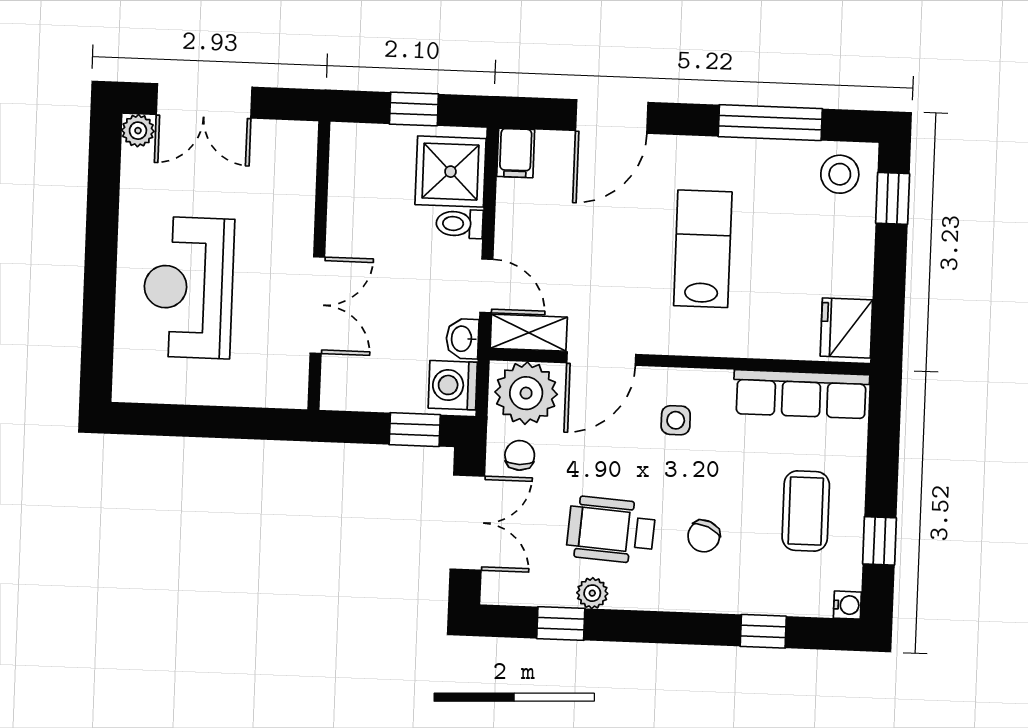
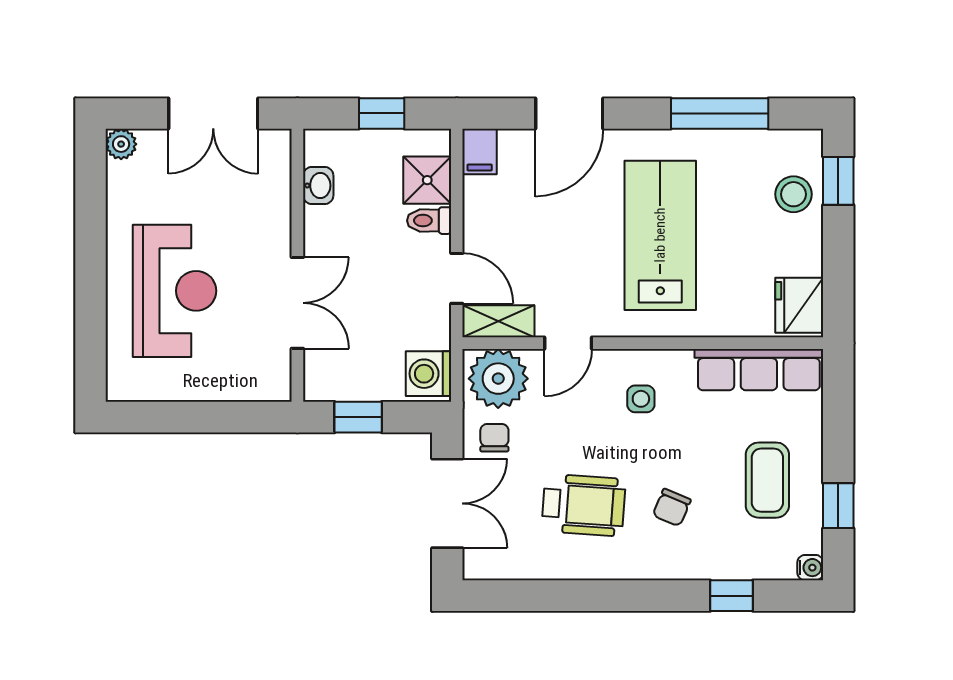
double door: (204, 101) -> (213, 113), moved
shower: (451, 172) -> (427, 180), width x0.73, depth x0.73
stool: (840, 174) -> (793, 194), moved
lab bench: (703, 249) -> (660, 235), width x1.36, depth x1.39
reception desk: (188, 288) -> (174, 291), turned 180
washbasin: (462, 339) -> (318, 186), moved, turned 180
door: (601, 359) -> (568, 343), width x0.73
window: (415, 430) -> (358, 417), moved
wheelchair: (611, 530) -> (584, 505), turned 180
plant: (592, 593) -> (568, 566), removed
window: (561, 624) -> (539, 596), removed

